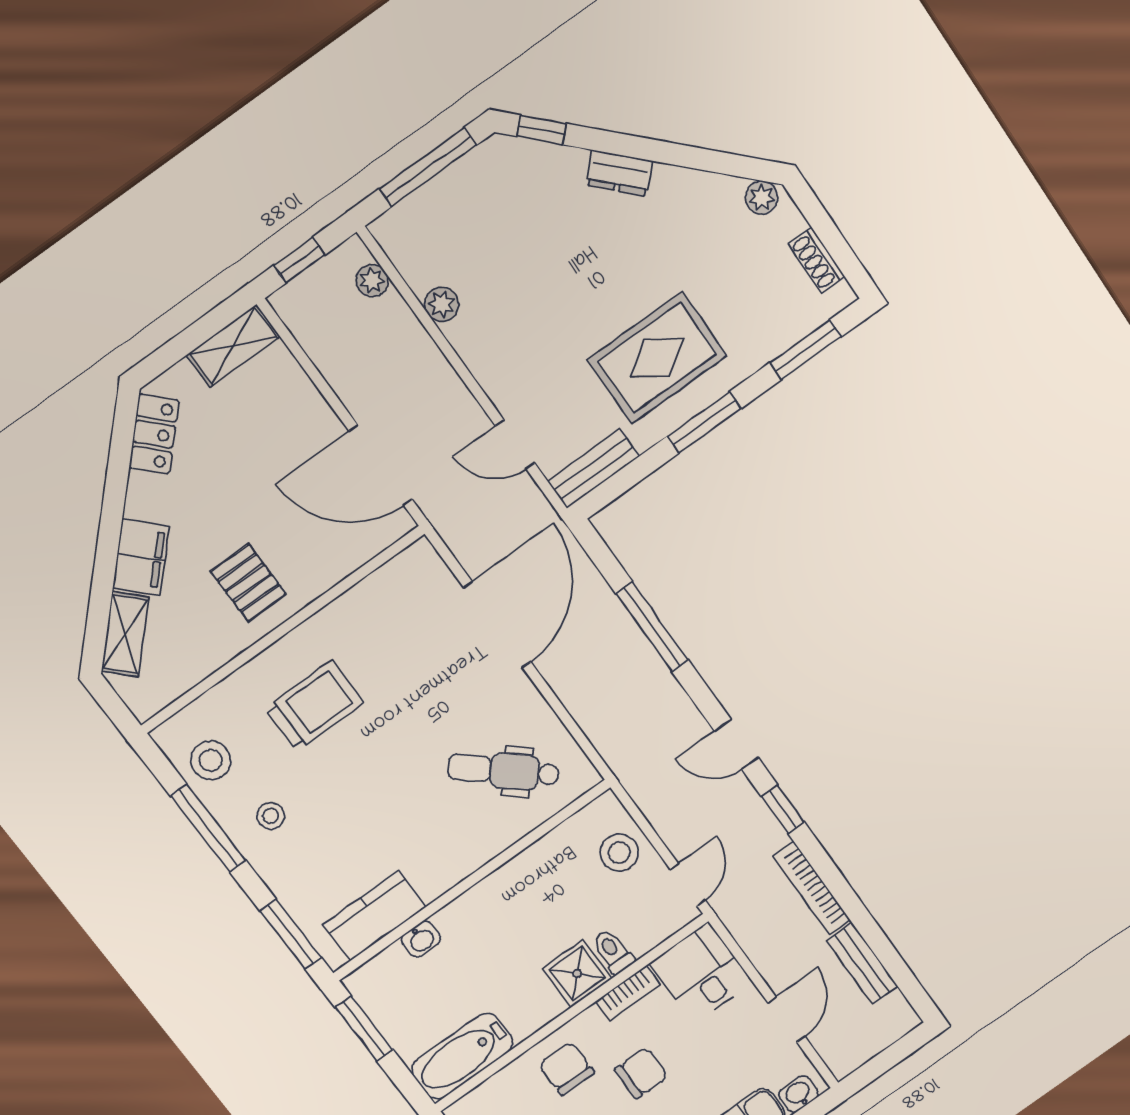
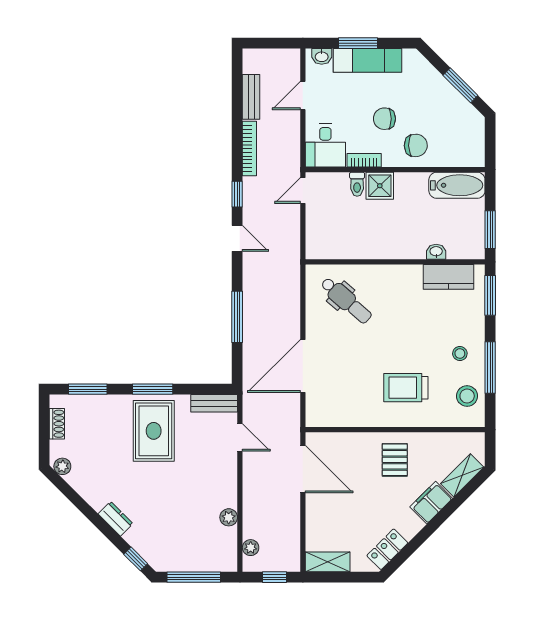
rug: (657, 358) -> (154, 431), turned 90
stool: (619, 853) -> (322, 227), removed
chair: (566, 1069) -> (416, 145), turned -91

